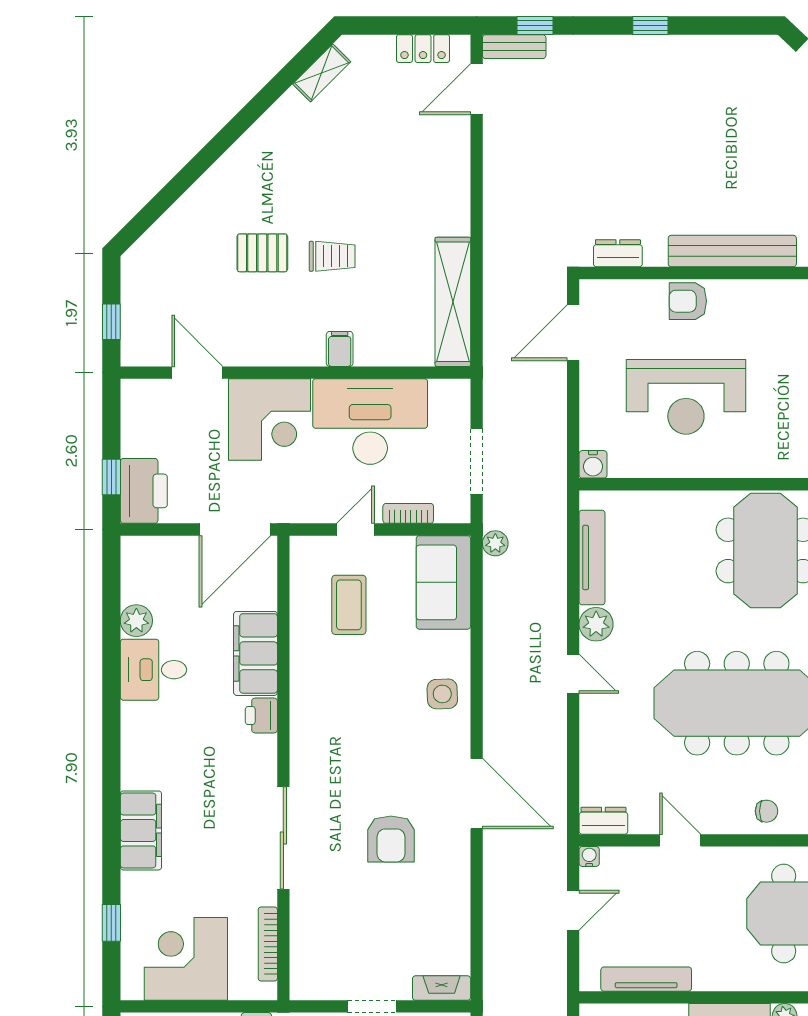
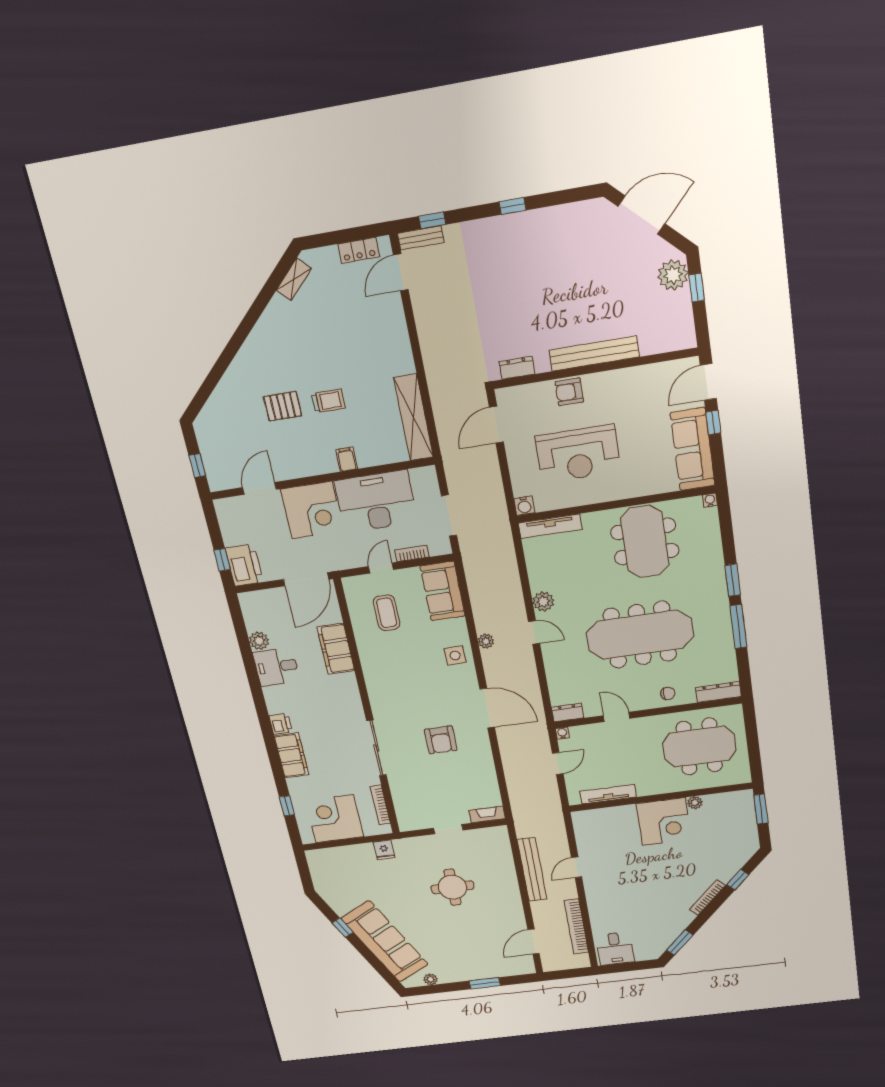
door: (197, 373) -> (260, 488), hinge flipped
plant: (495, 543) -> (486, 641), moved
tv unit: (592, 557) -> (550, 526), moved, turned 90
printer: (261, 715) -> (281, 724), moved, turned 180

